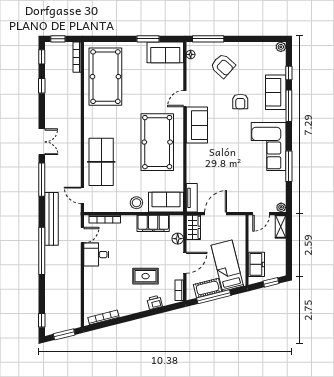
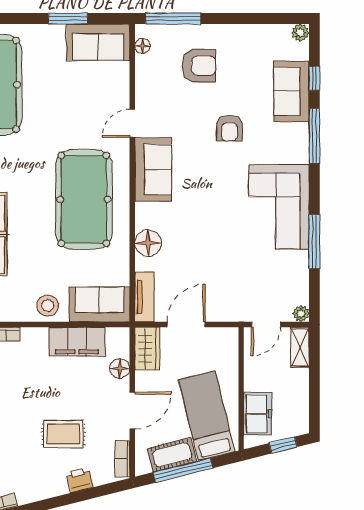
armchair: (223, 66) -> (199, 66), turned -42
sofa: (276, 92) -> (291, 91), moved
floor lamp: (194, 167) -> (148, 243), added

